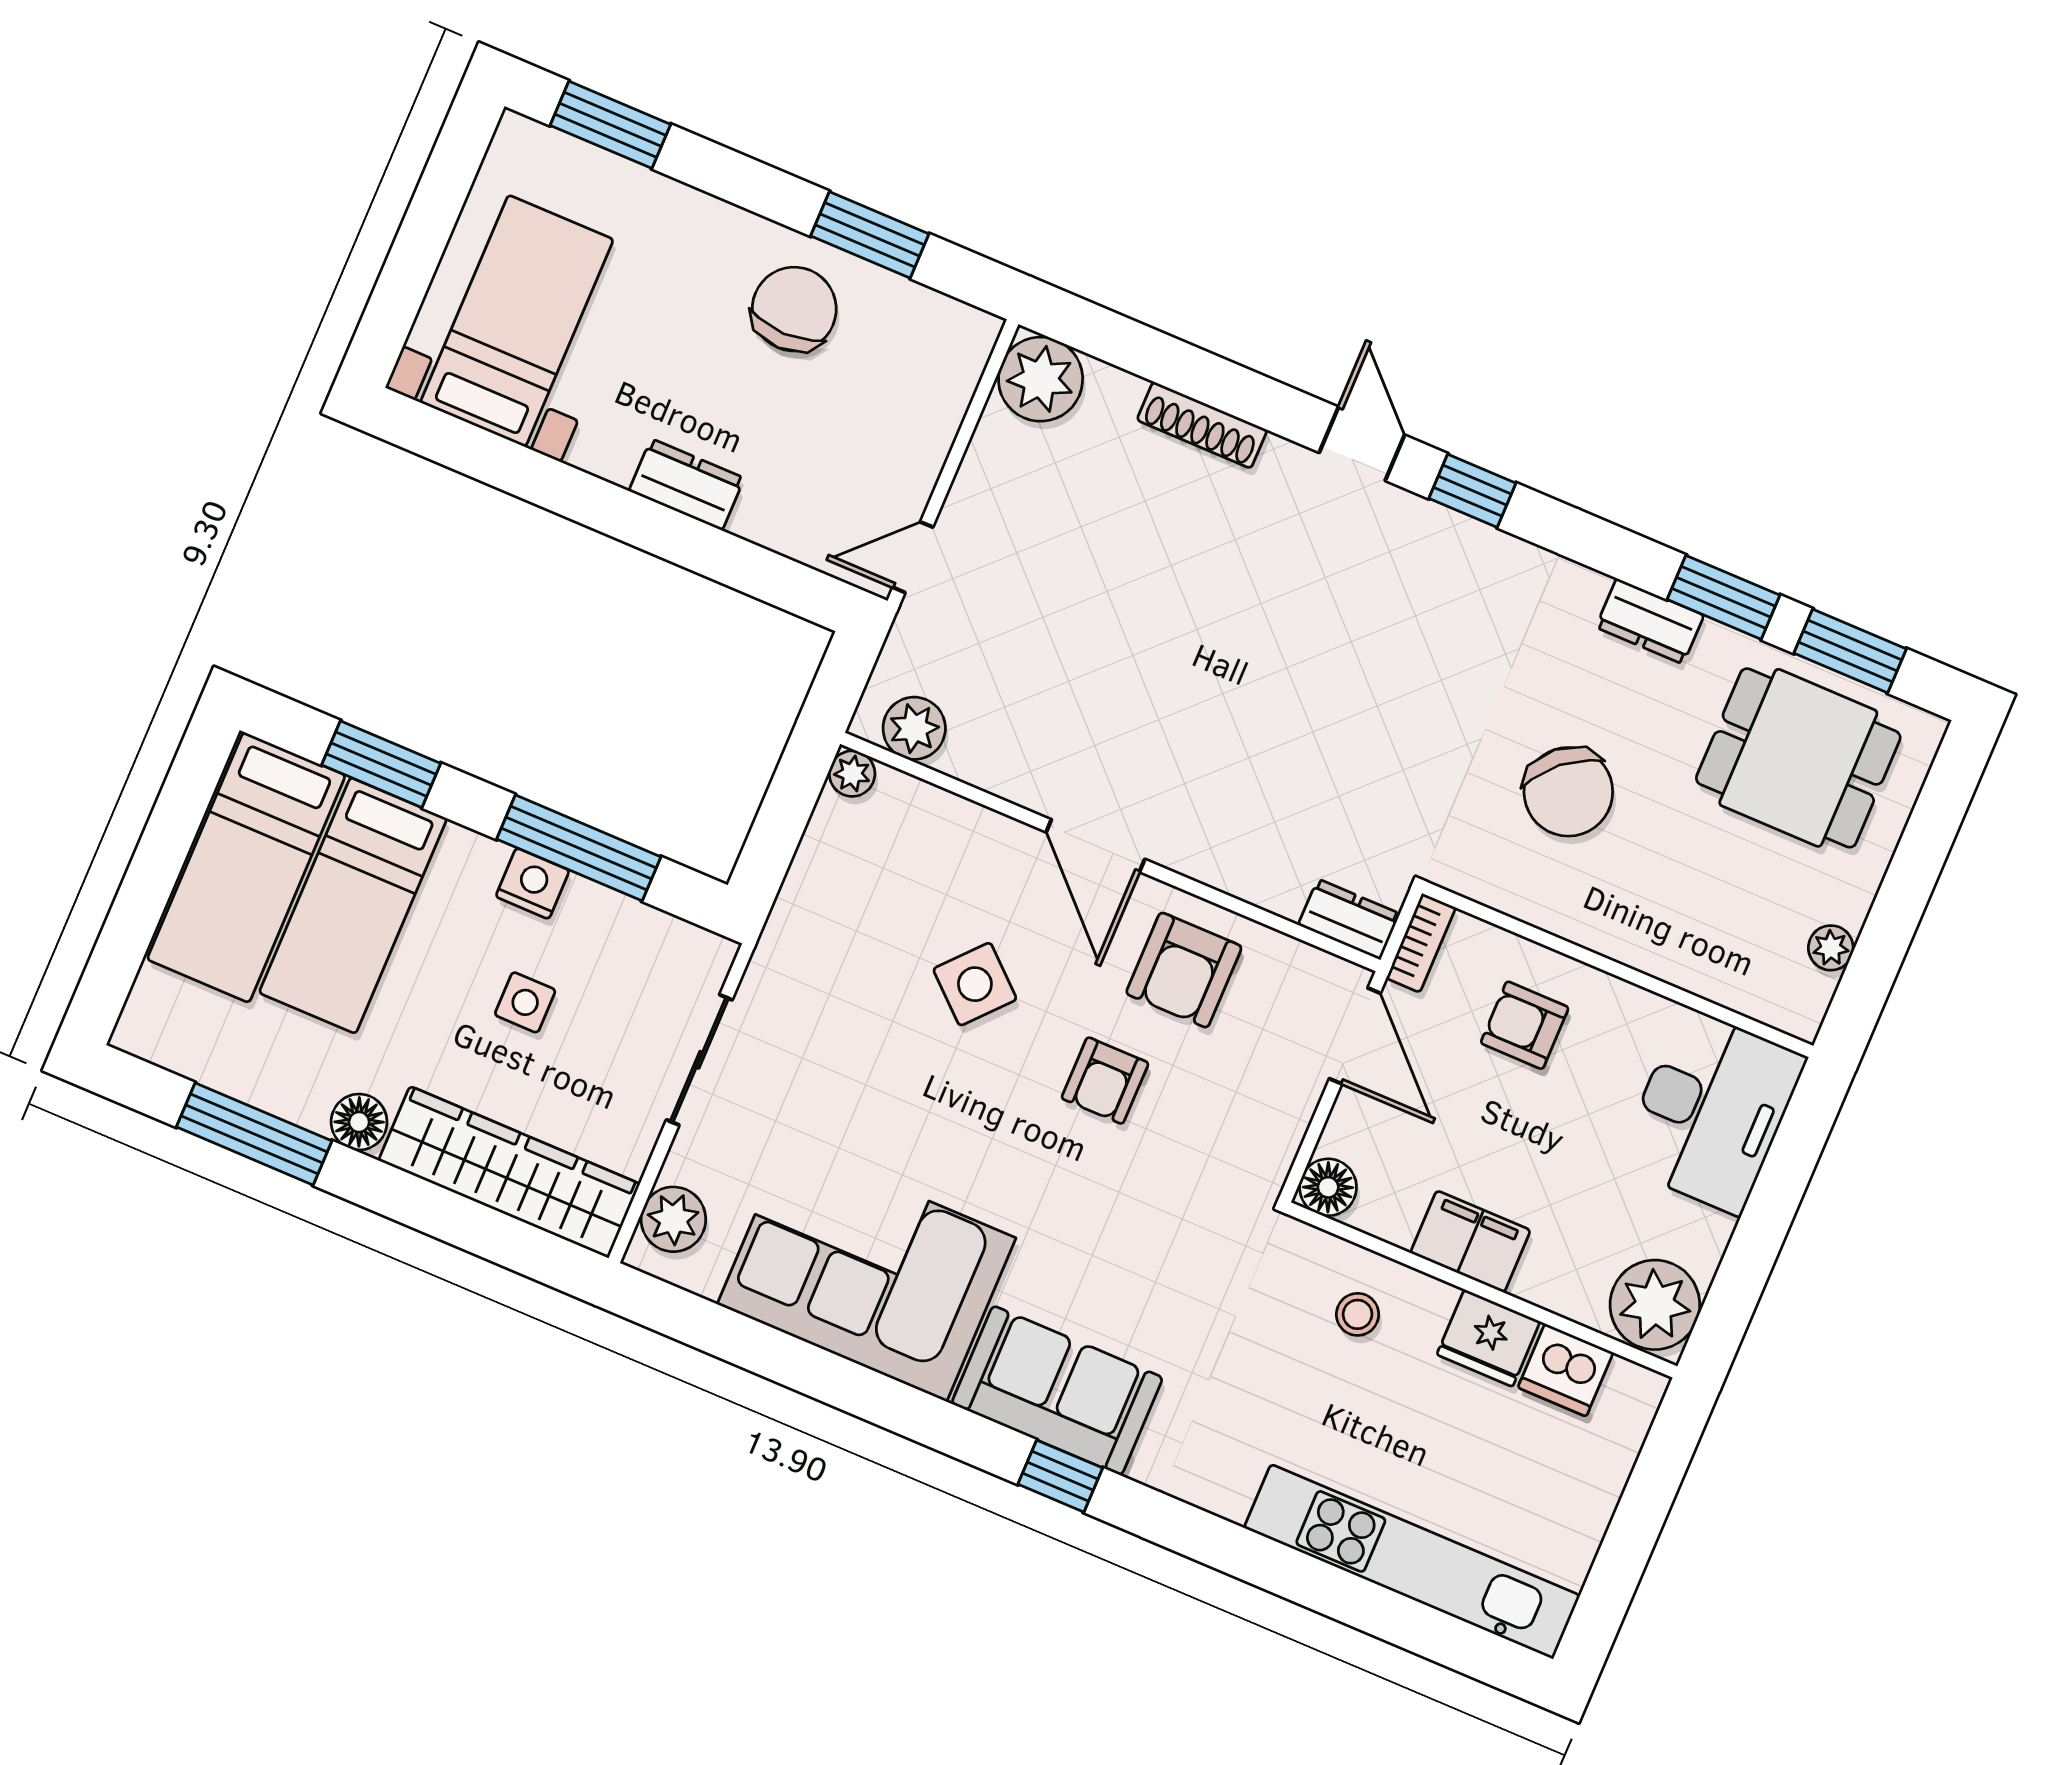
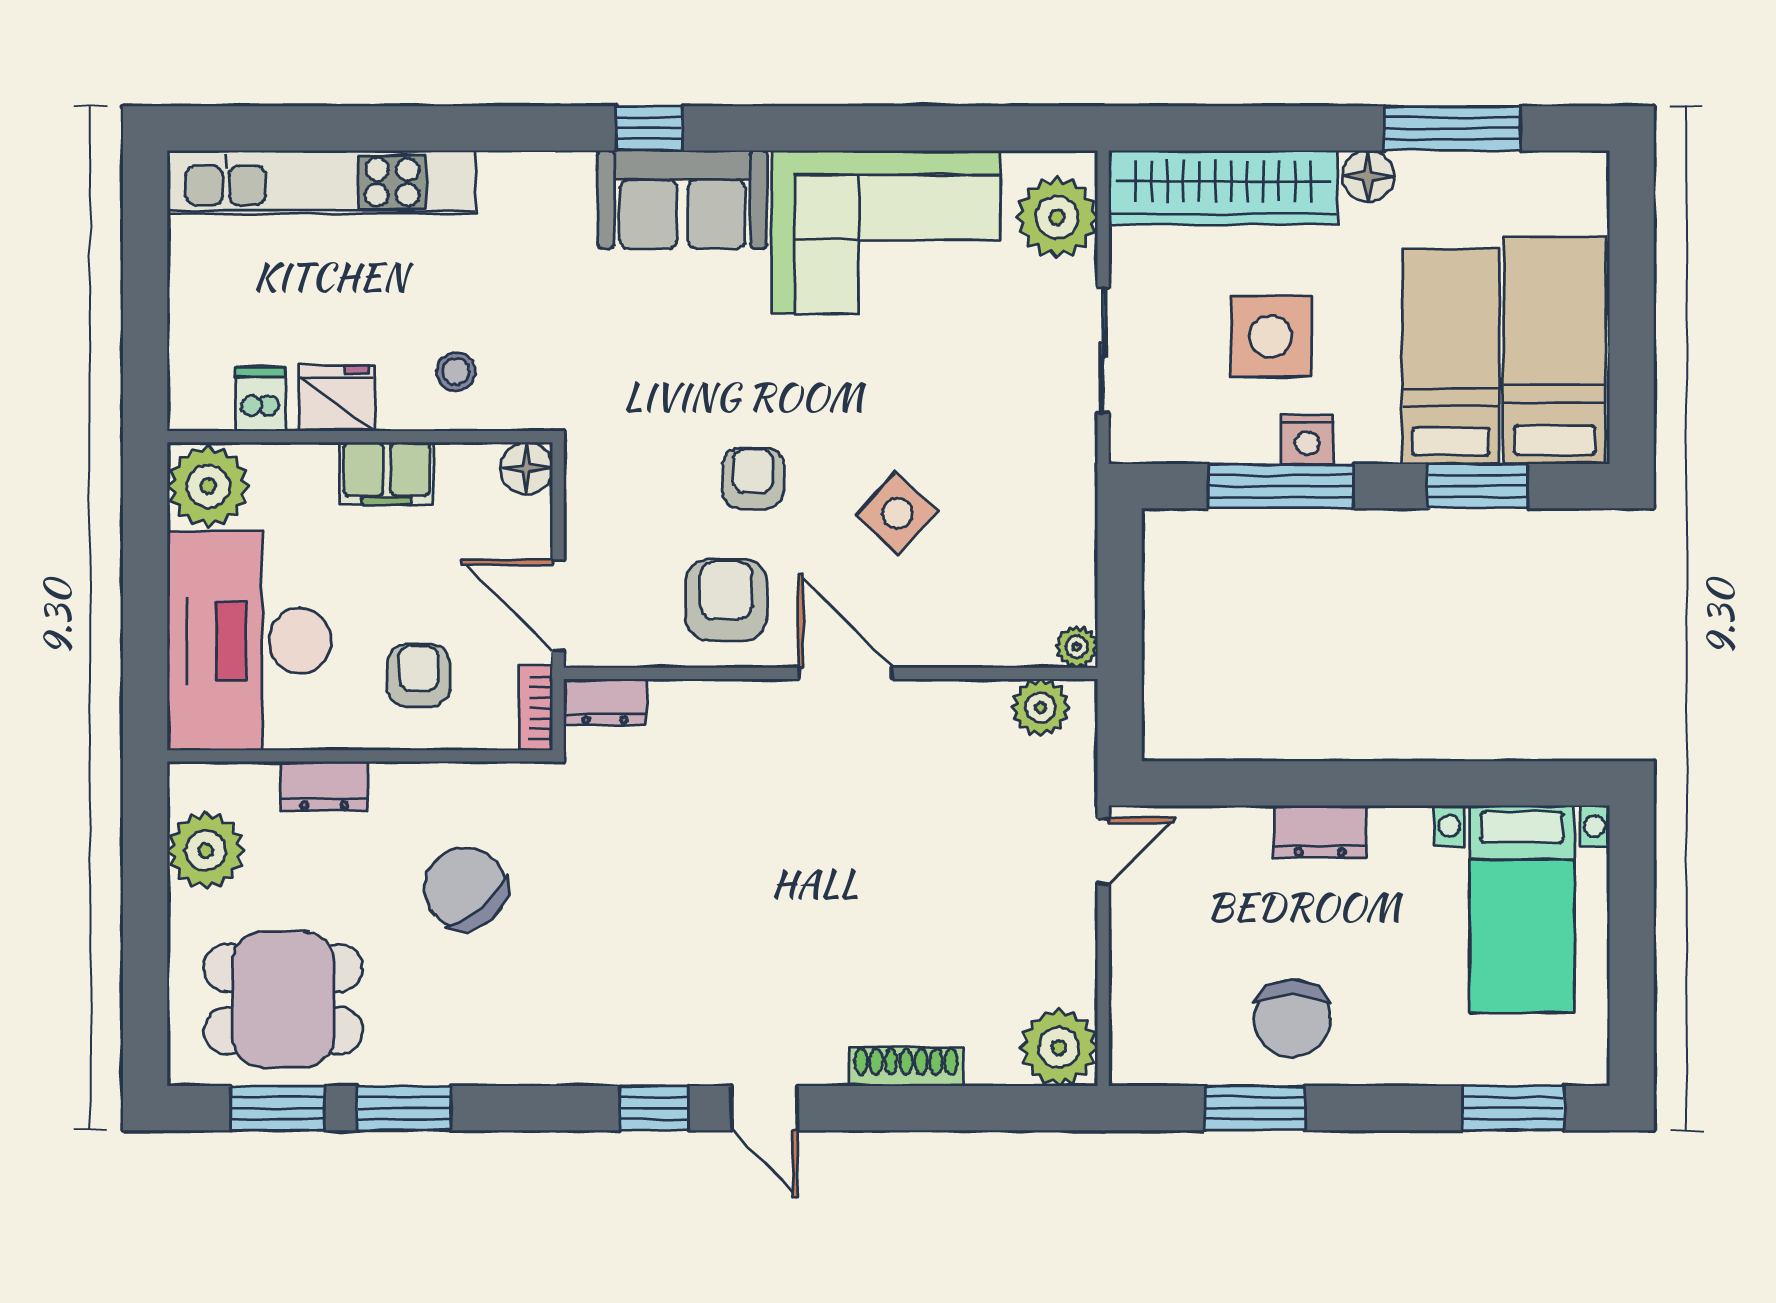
dresser: (1650, 621) -> (324, 786), moved, turned 180
plant: (1831, 948) -> (206, 851), width x1.87, depth x1.87
side table: (525, 1002) -> (1271, 336), width x1.87, depth x1.87
armchair: (1525, 1025) -> (419, 675), turned -90
desk: (1711, 1111) -> (249, 641), width x1.36, depth x1.30
plant: (673, 1219) -> (1057, 217), width x1.36, depth x1.36
dishwasher: (1566, 1370) -> (260, 399), width x0.73

